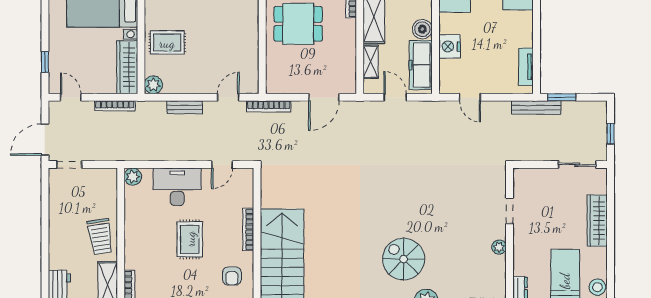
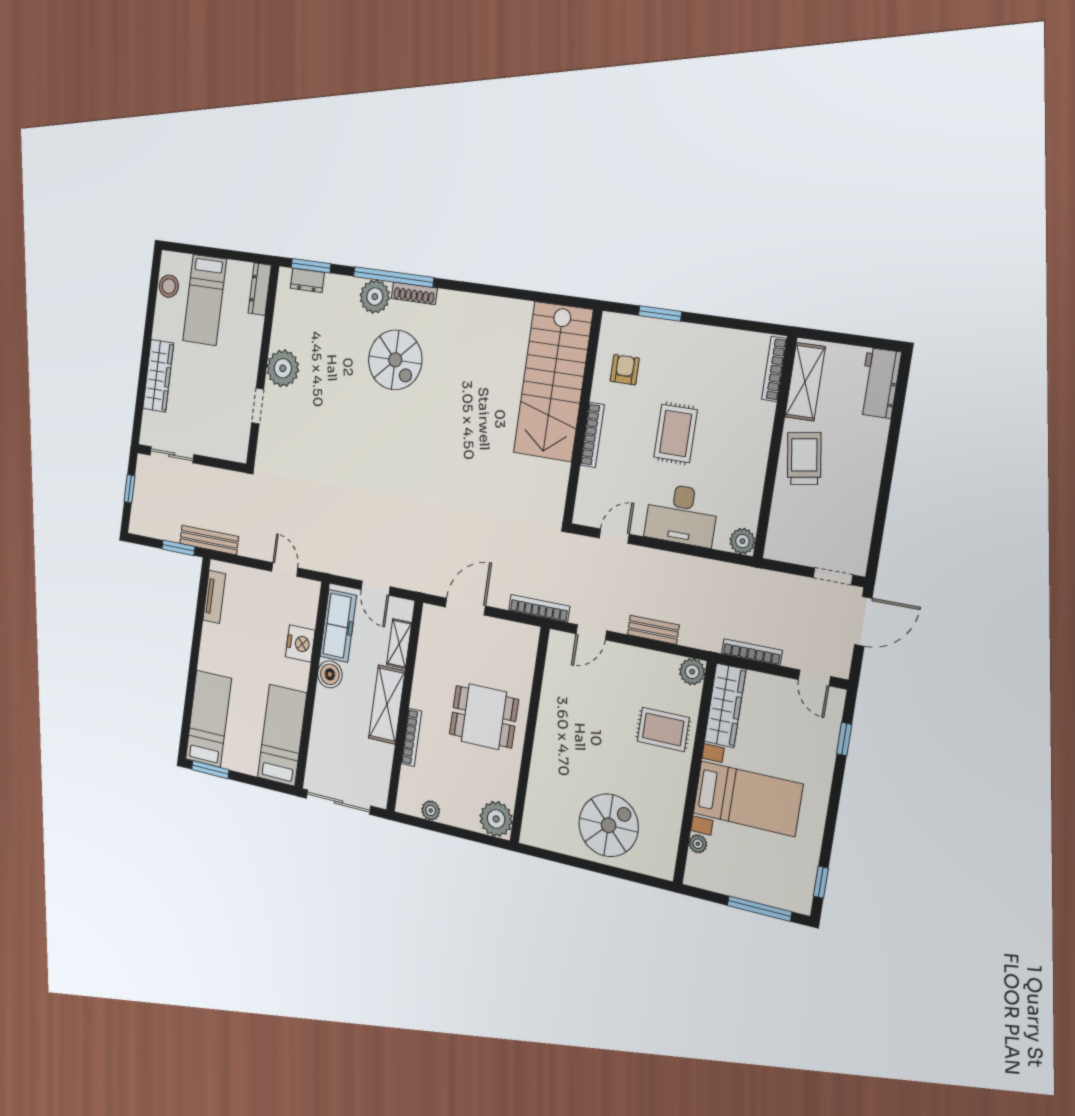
plant: (499, 247) -> (283, 368), width x1.88, depth x1.88

